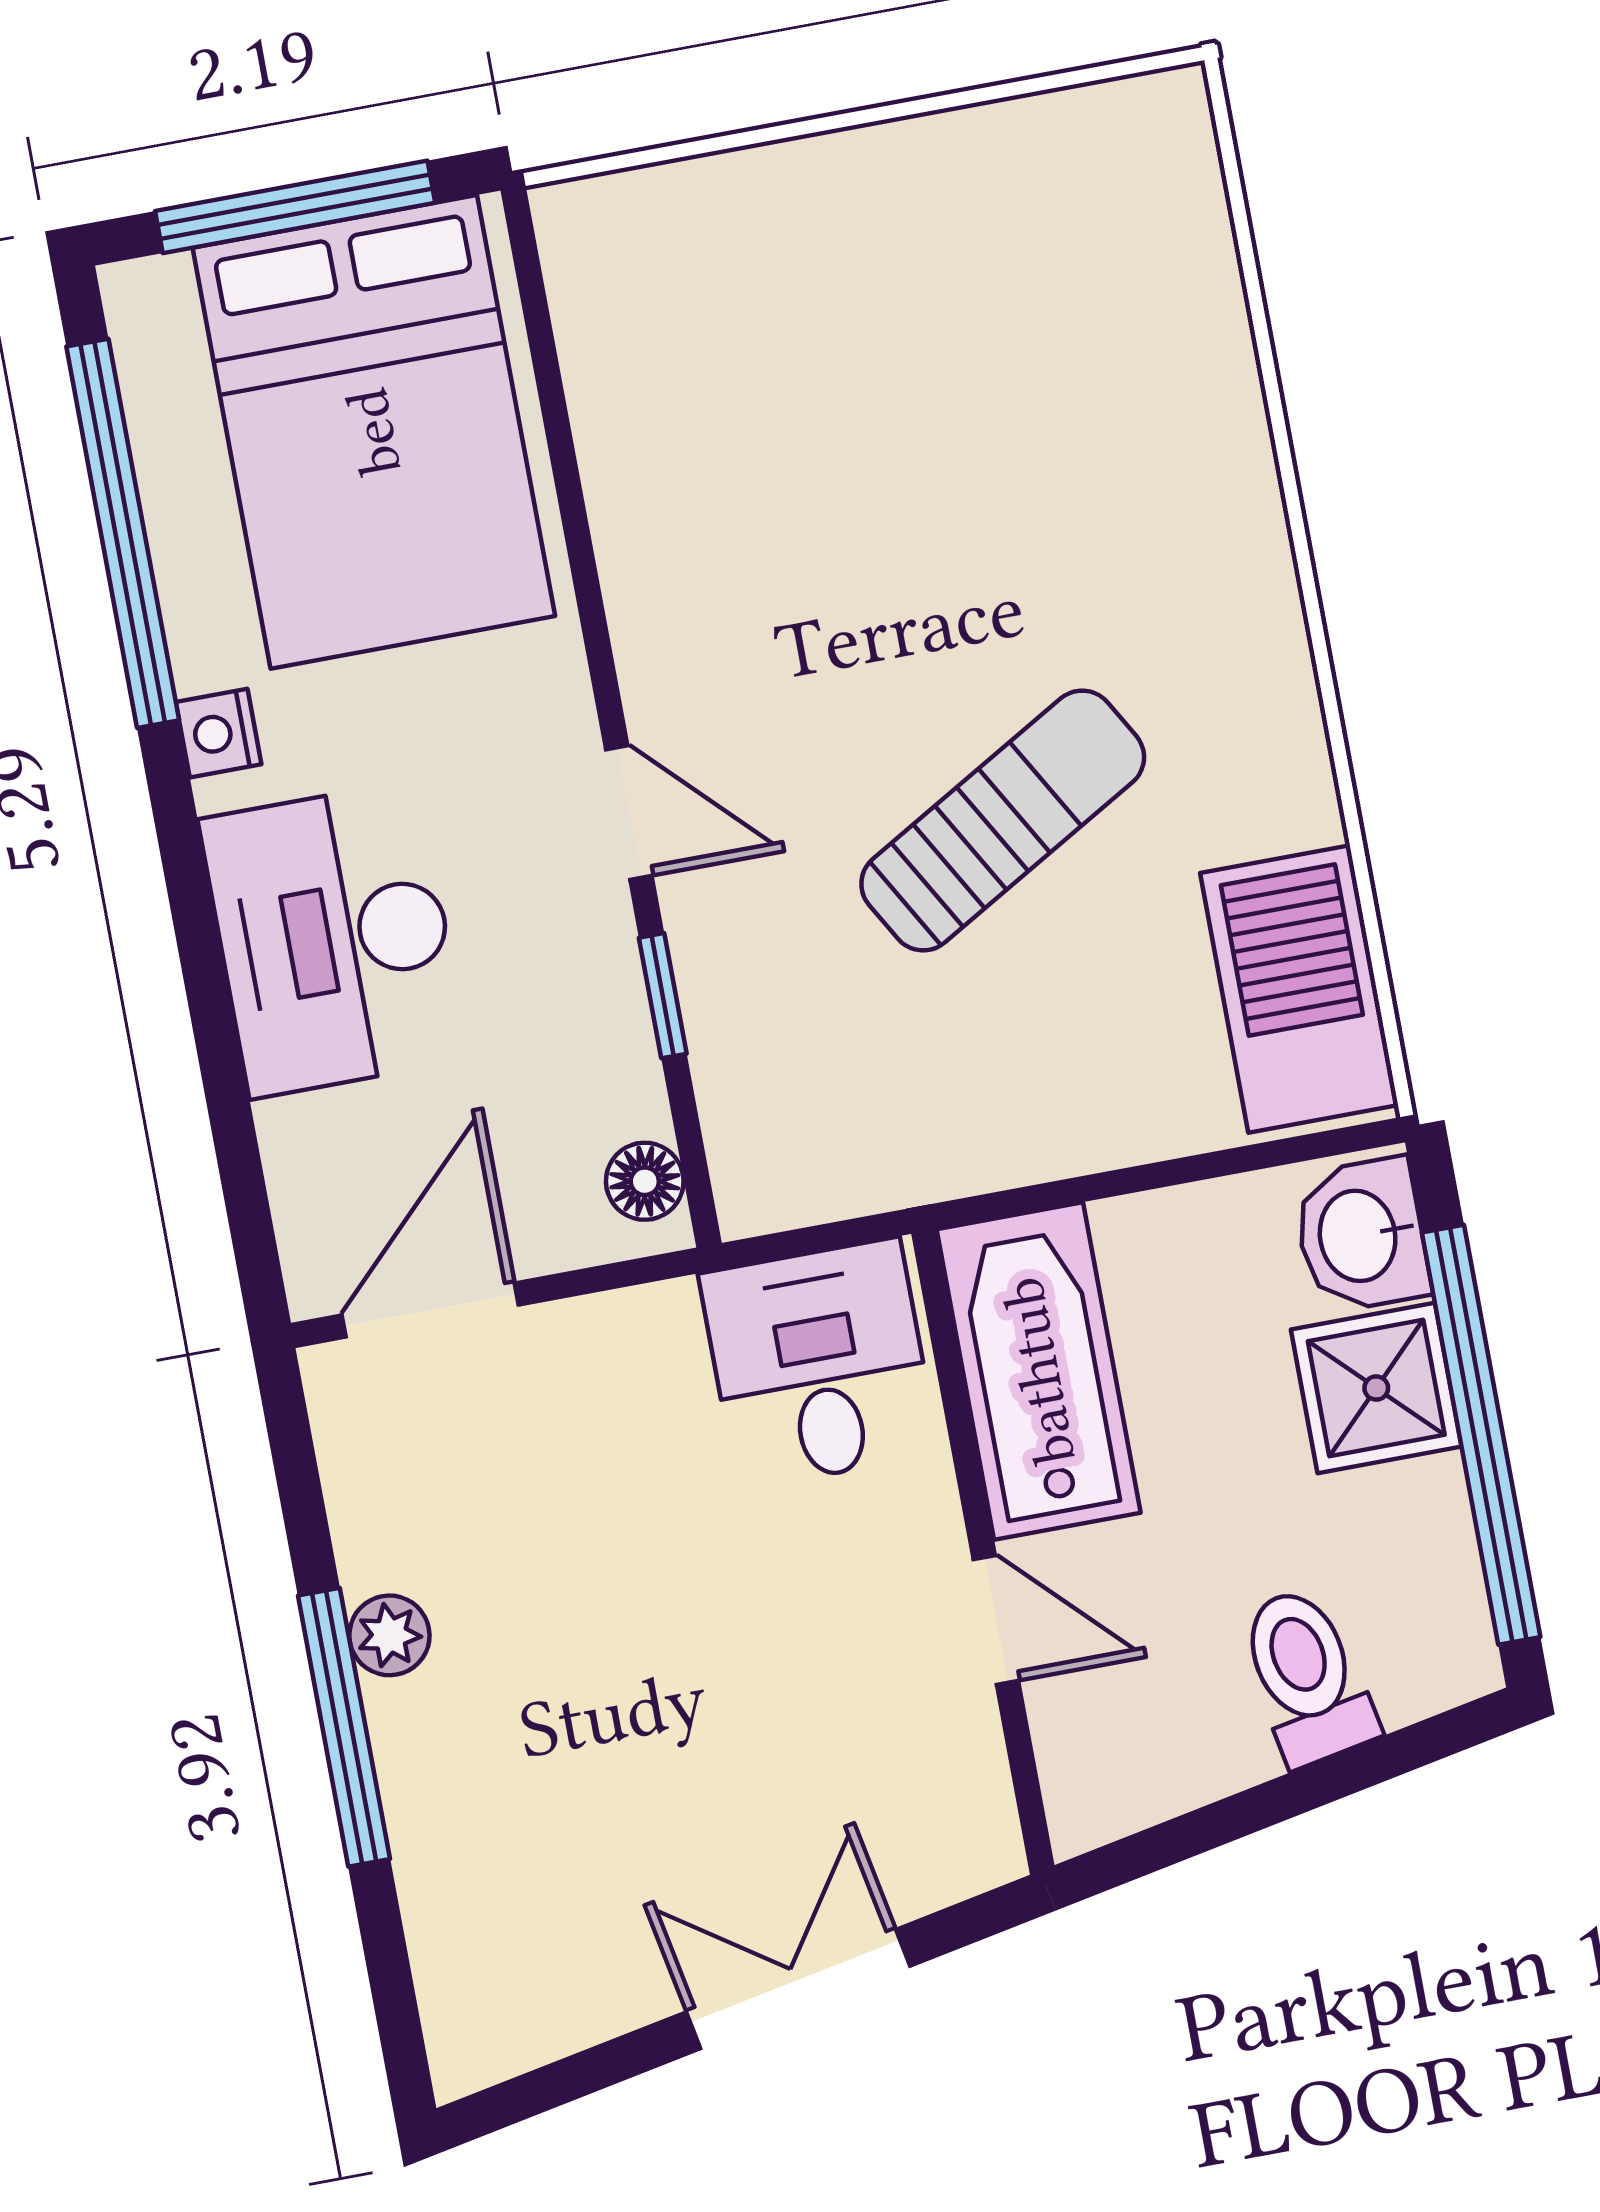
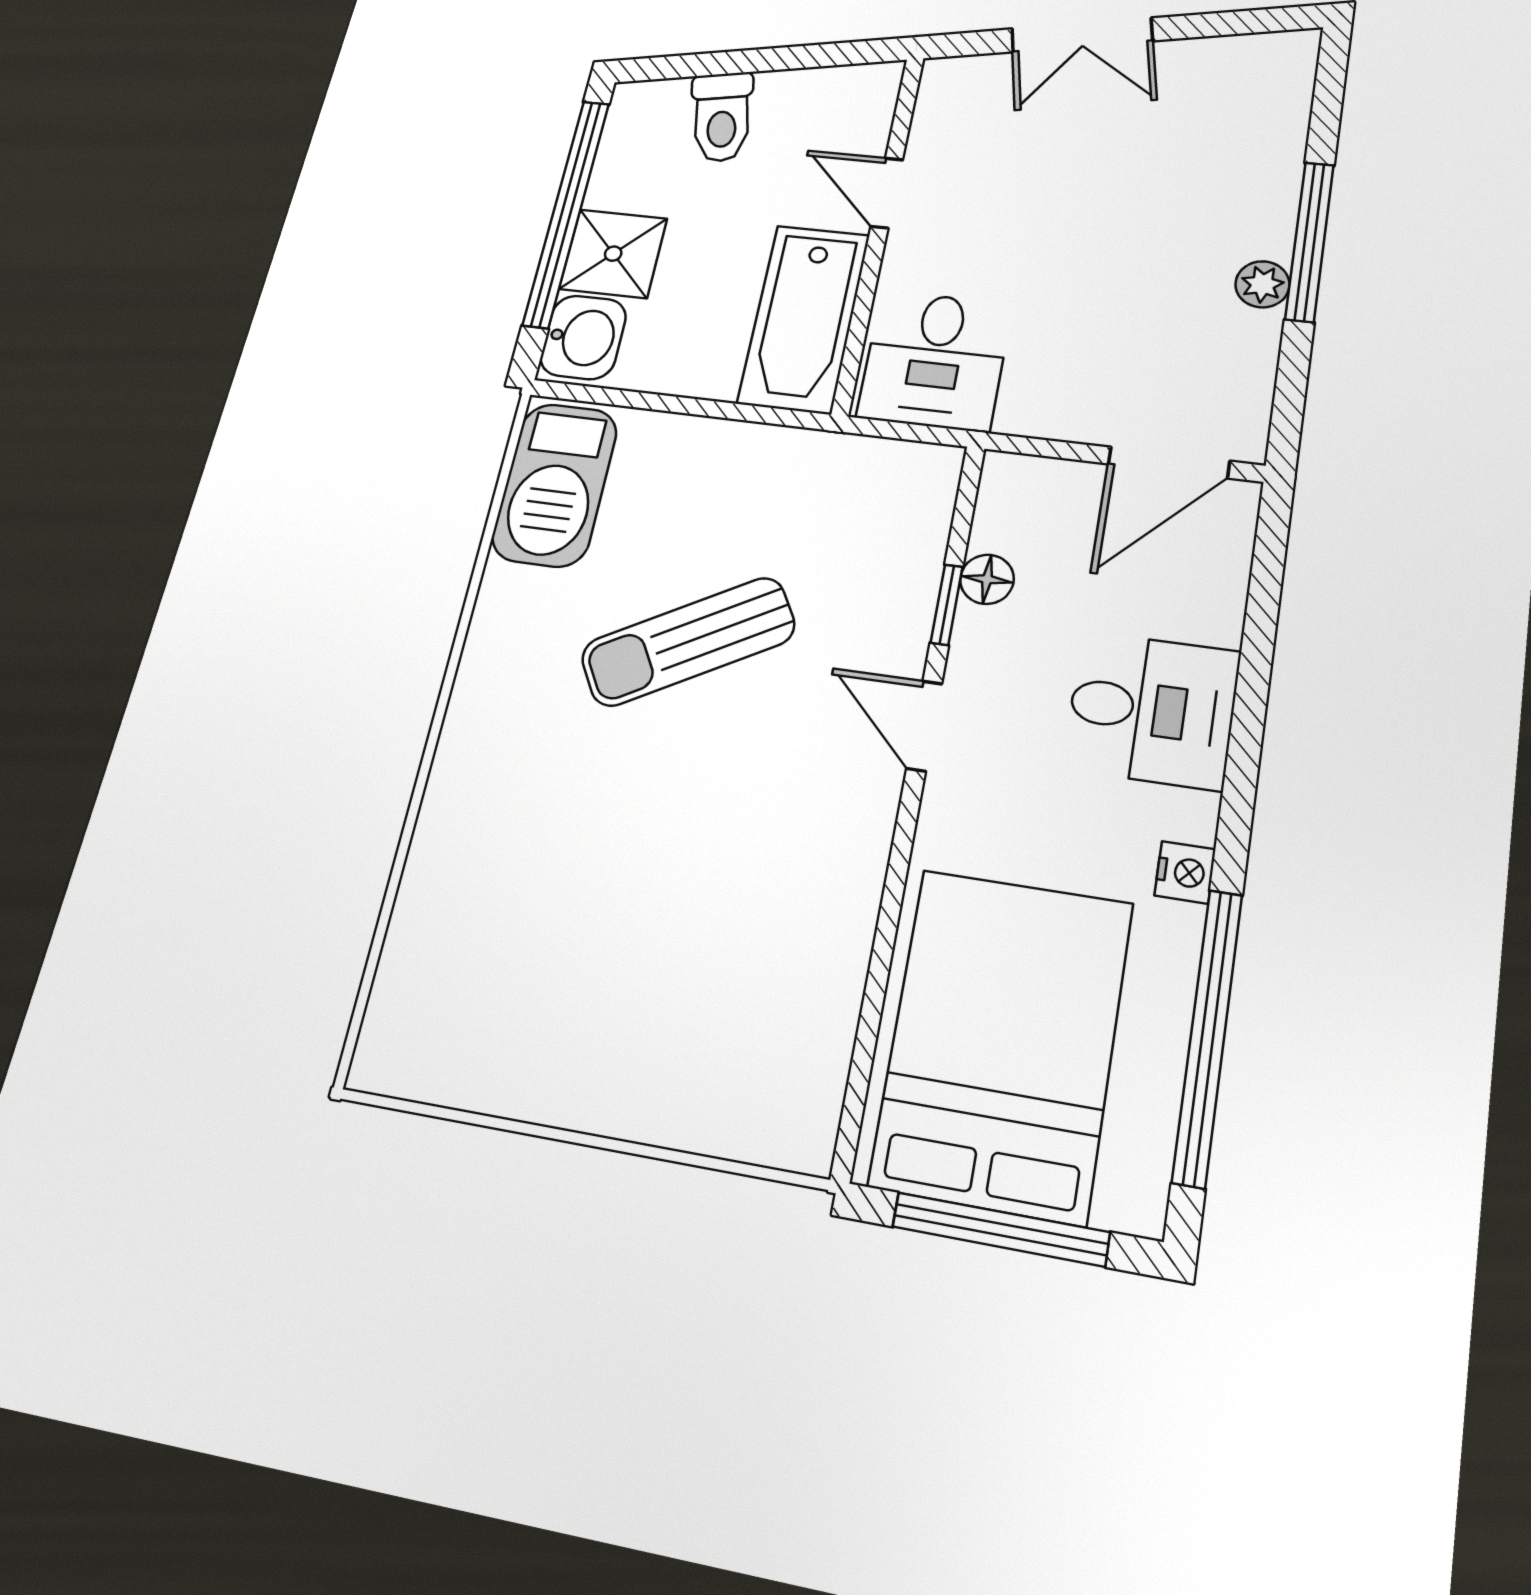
desk: (334, 939) -> (1152, 710), width x0.73
floor lamp: (645, 1181) -> (987, 579), moved

